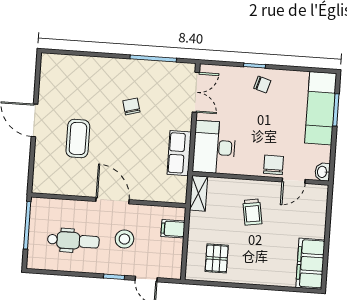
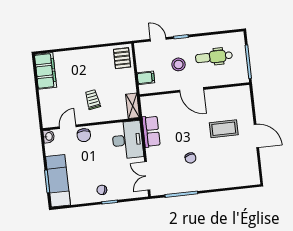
coffee table: (78, 139) -> (224, 129), turned 90
pallet: (217, 258) -> (122, 58), moved

